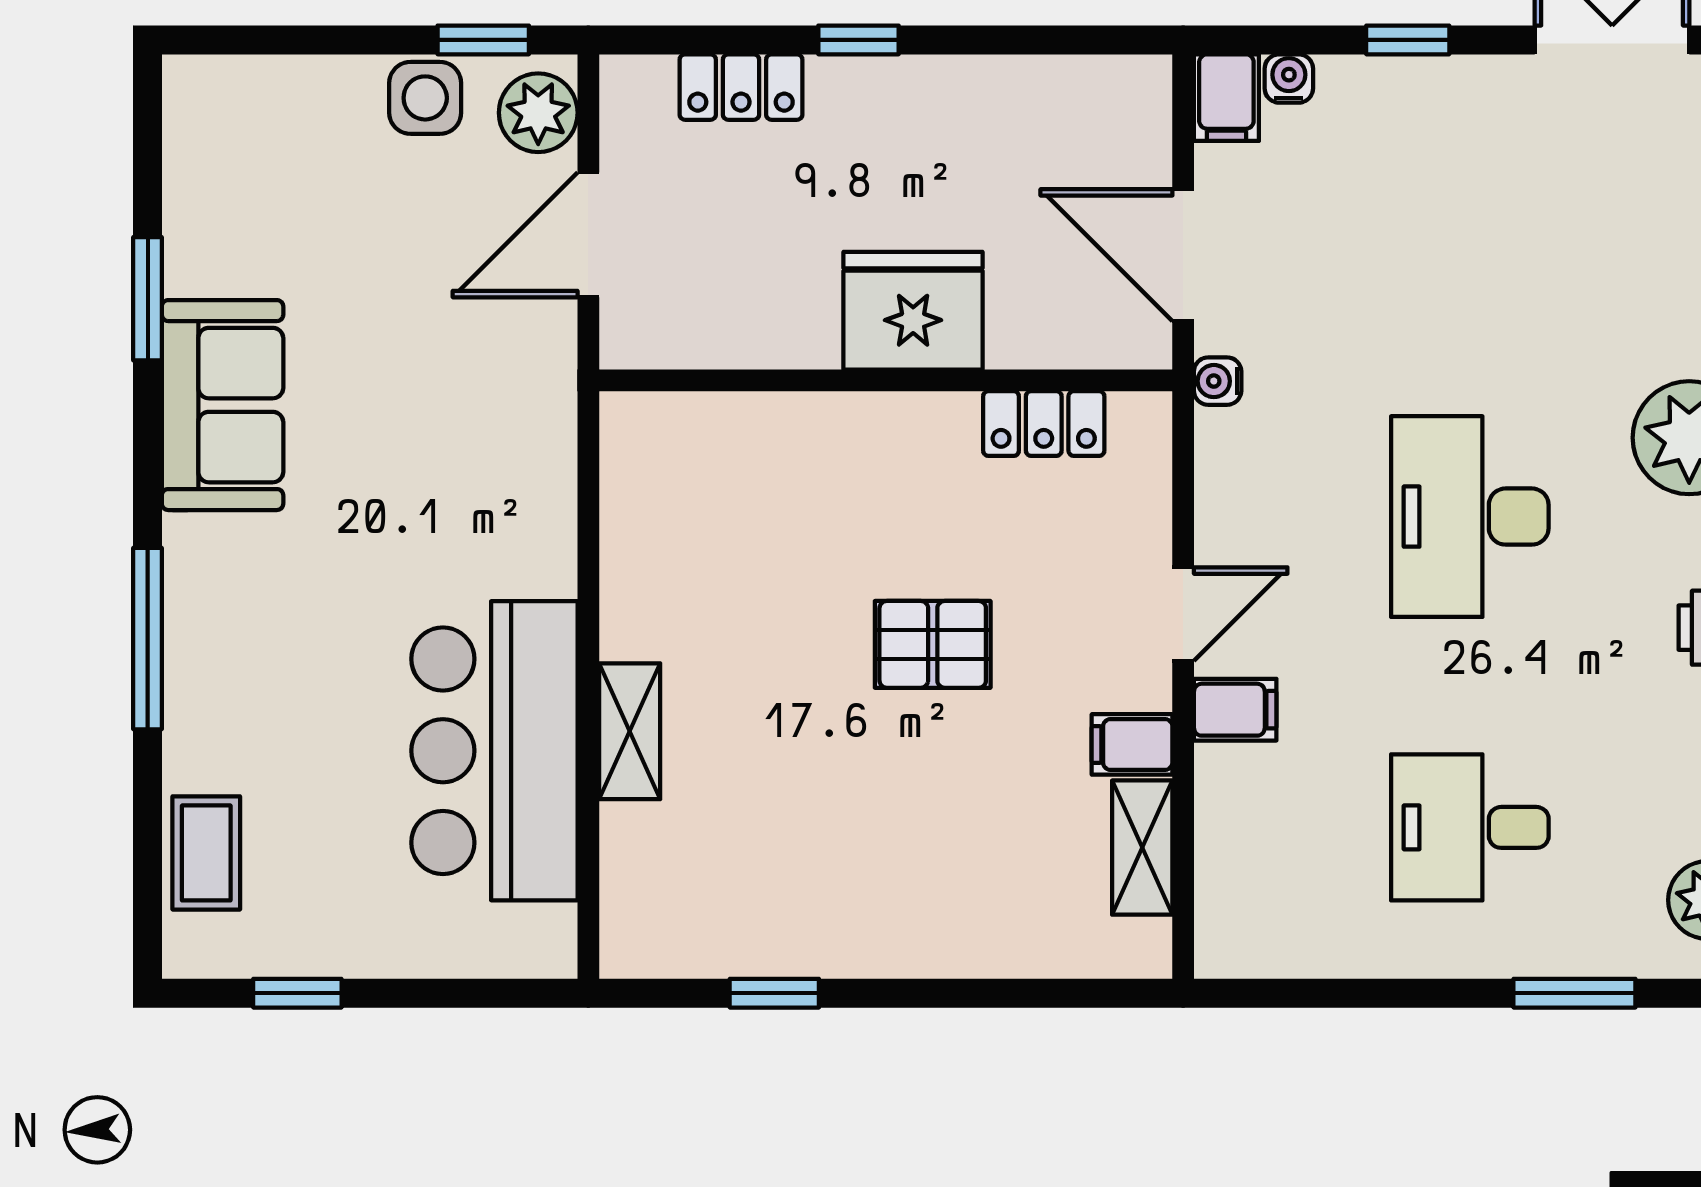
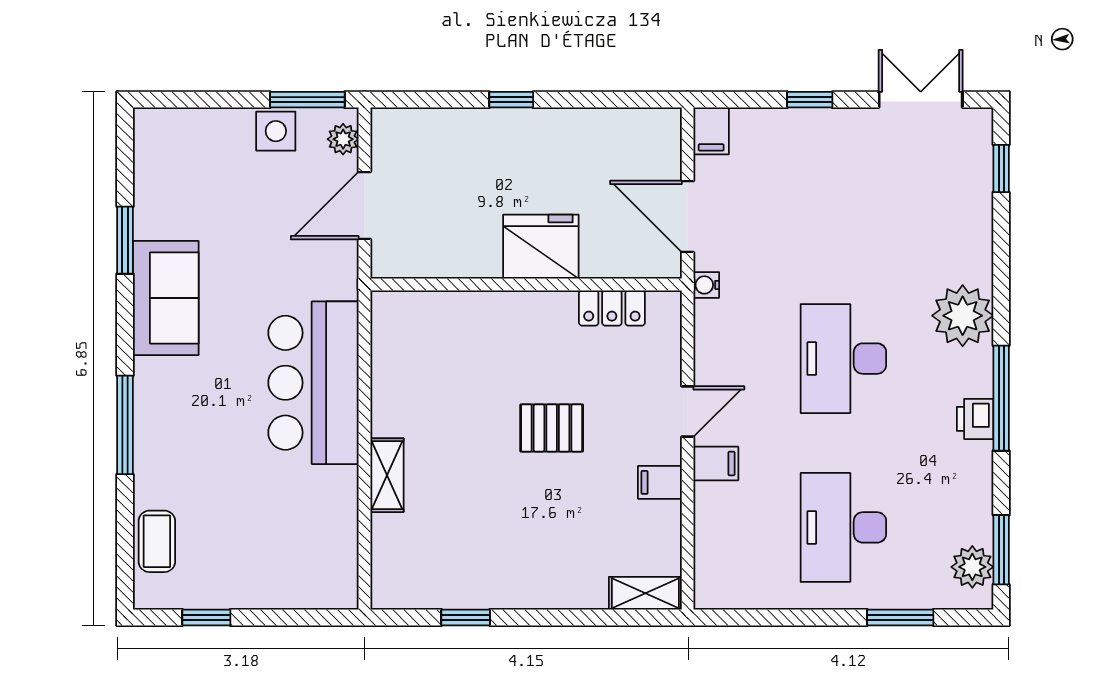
window: (483, 40) -> (307, 100), width x1.50
water cooler: (1289, 78) -> (745, 121), removed
locker: (741, 87) -> (447, 125), removed
plant: (538, 113) -> (343, 139), width x0.73, depth x0.73
bar counter: (494, 751) -> (313, 383), moved
desk: (1470, 827) -> (843, 527), width x1.37
shelving: (1142, 848) -> (645, 593), moved, turned 90

